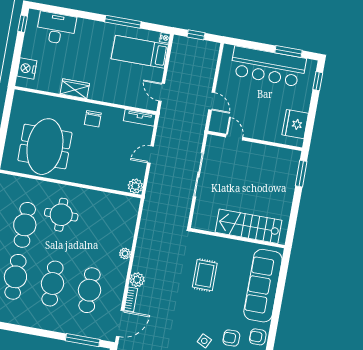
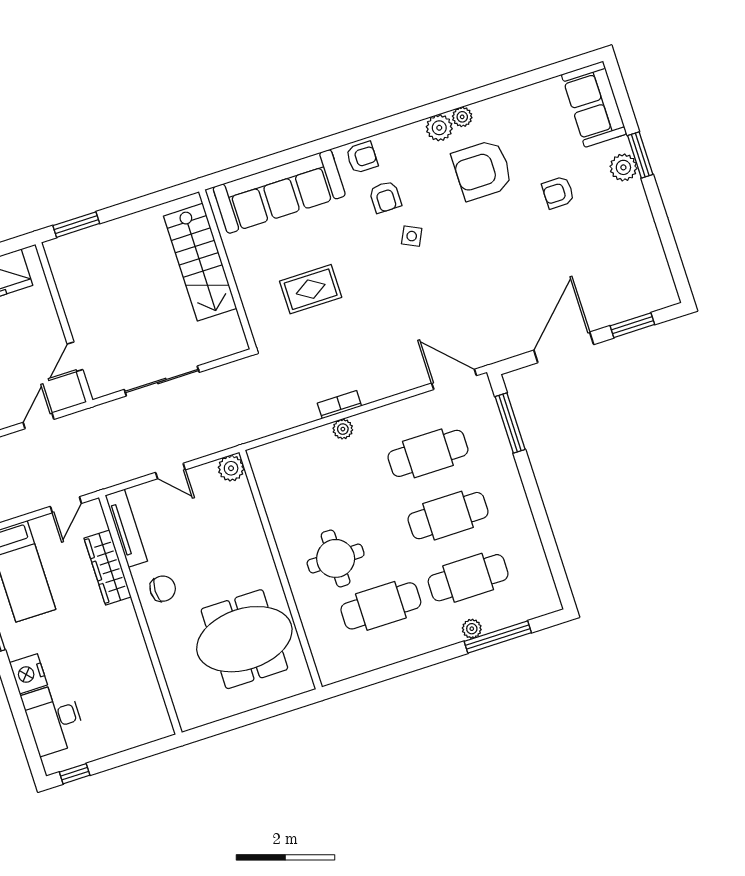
nightstand: (27, 68) -> (28, 674), moved, turned 90
wardrobe: (75, 89) -> (108, 568), moved, width x1.50
tv unit: (140, 118) -> (126, 528), width x1.41
plant: (137, 280) -> (373, 389), removed
bookcase: (131, 299) -> (339, 405), moved
armchair: (258, 337) -> (362, 157), turned -90

